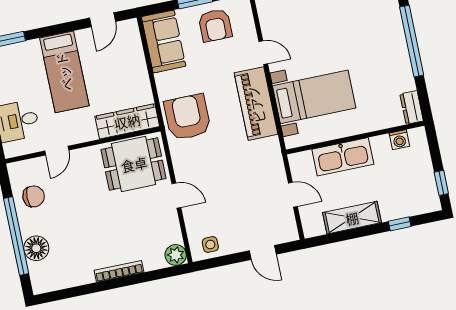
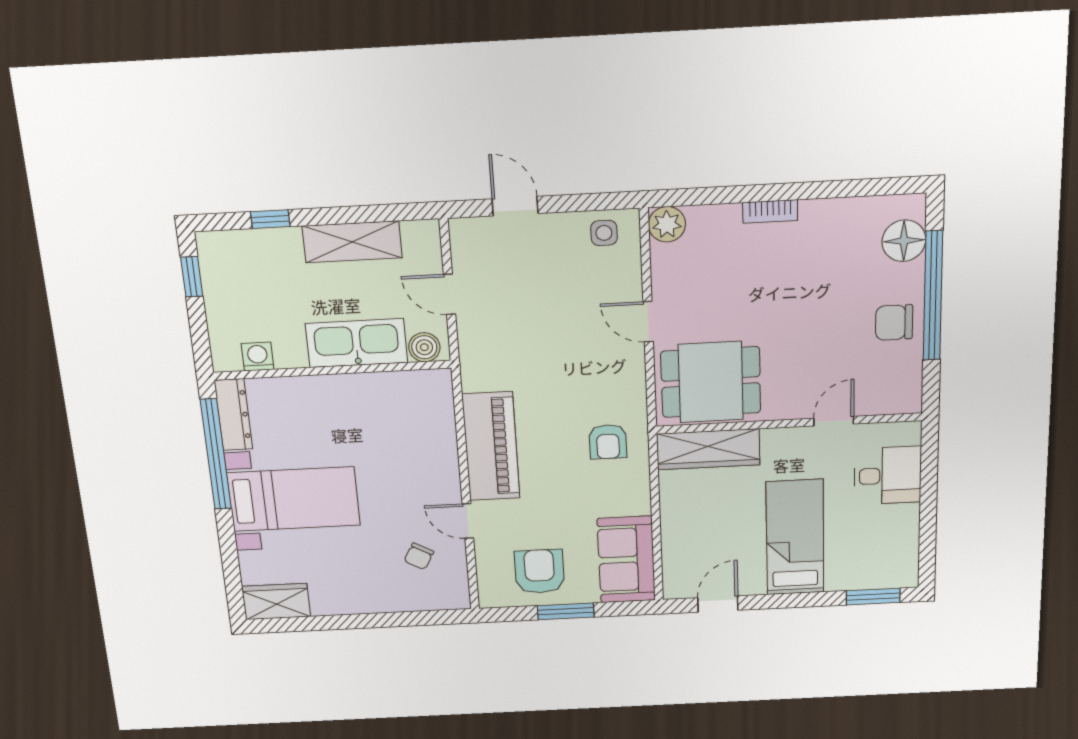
chair: (290, 24) -> (419, 556), added
window: (412, 41) -> (216, 454), moved
bed with nightstands: (314, 97) -> (294, 499), moved, turned 180
dresser: (412, 107) -> (233, 415), width x1.44
armchair: (187, 117) -> (608, 442), width x0.53, depth x0.53
boiler: (303, 160) -> (424, 347), added
chair: (34, 196) -> (894, 322), moved
floor lamp: (36, 248) -> (904, 241), moved
bookcase: (119, 271) -> (770, 211), width x0.64

